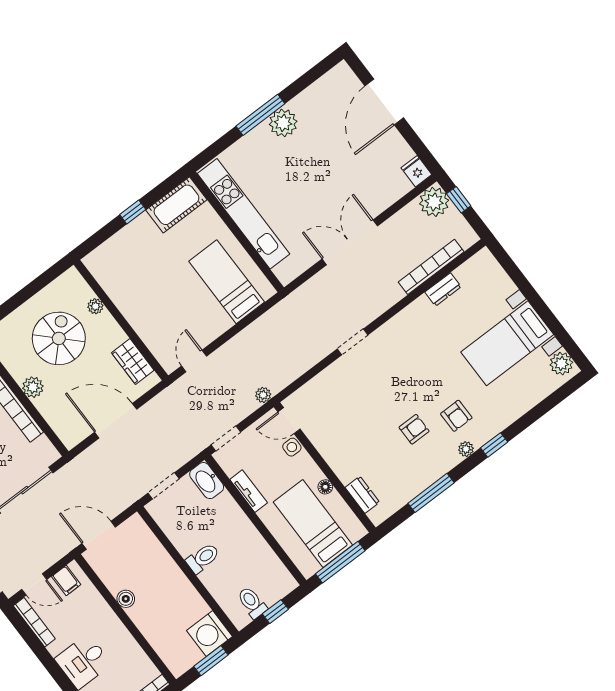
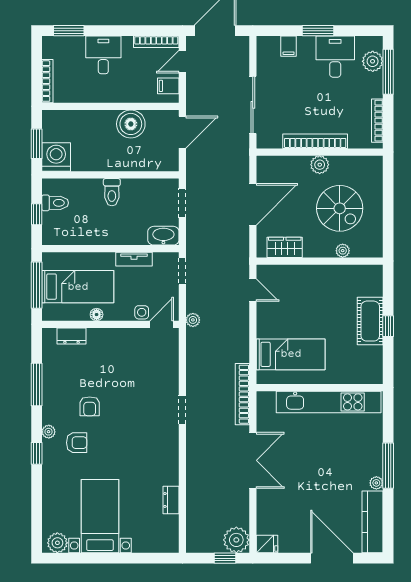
kitchen counter: (323, 90) -> (373, 522), added
plant: (283, 123) -> (376, 483), width x0.53, depth x0.53
cot: (176, 205) -> (370, 321), moved
bookcase: (431, 267) -> (242, 394), moved, turned 180
armchair: (456, 416) -> (77, 443), turned 180
boiler: (126, 599) -> (131, 124), width x1.86, depth x1.86

